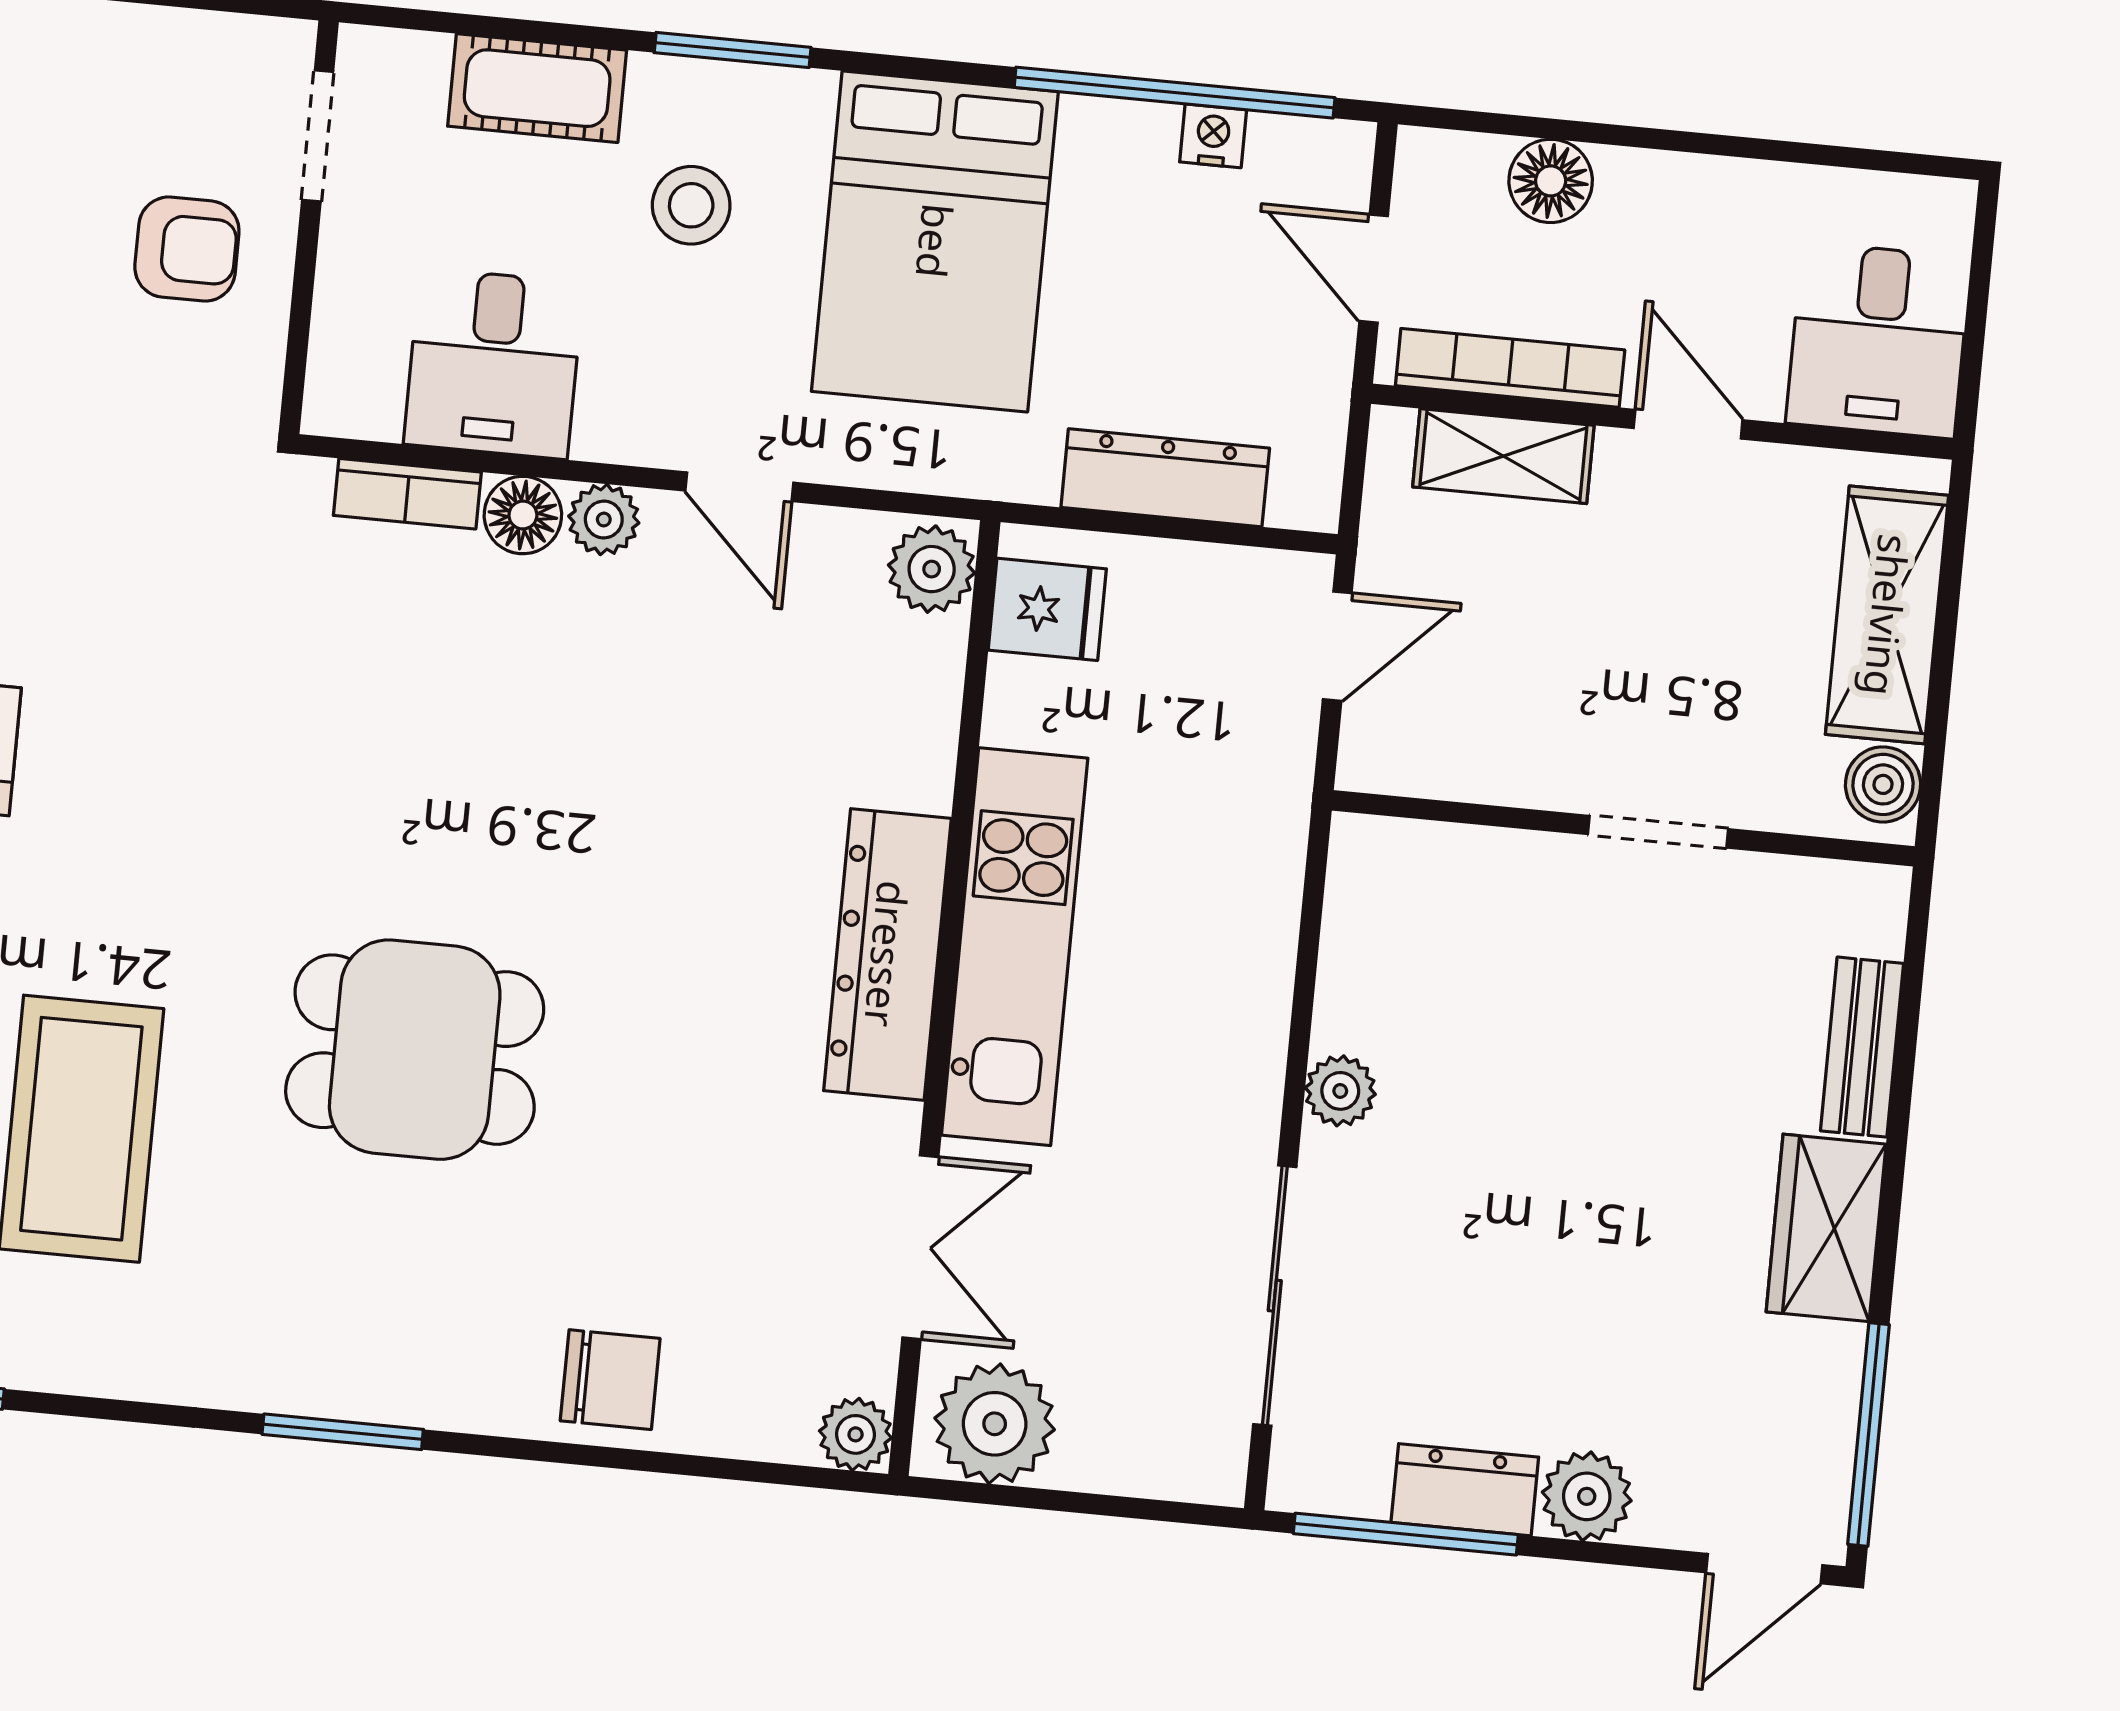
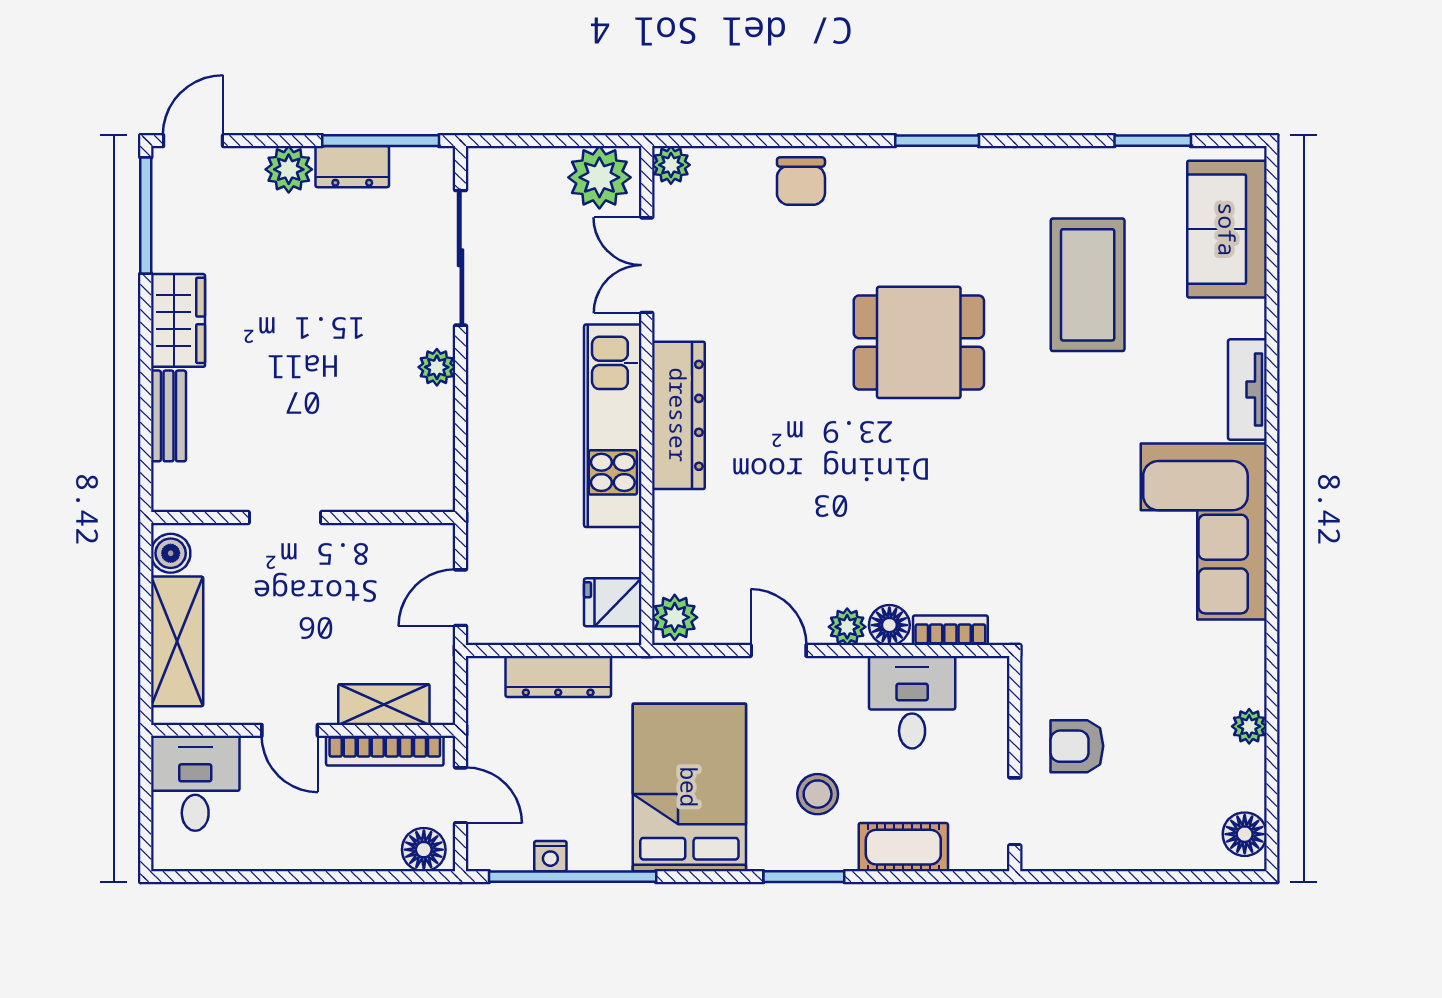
floor lamp: (1551, 181) -> (424, 850), moved
chair: (610, 1380) -> (801, 181), turned -90

